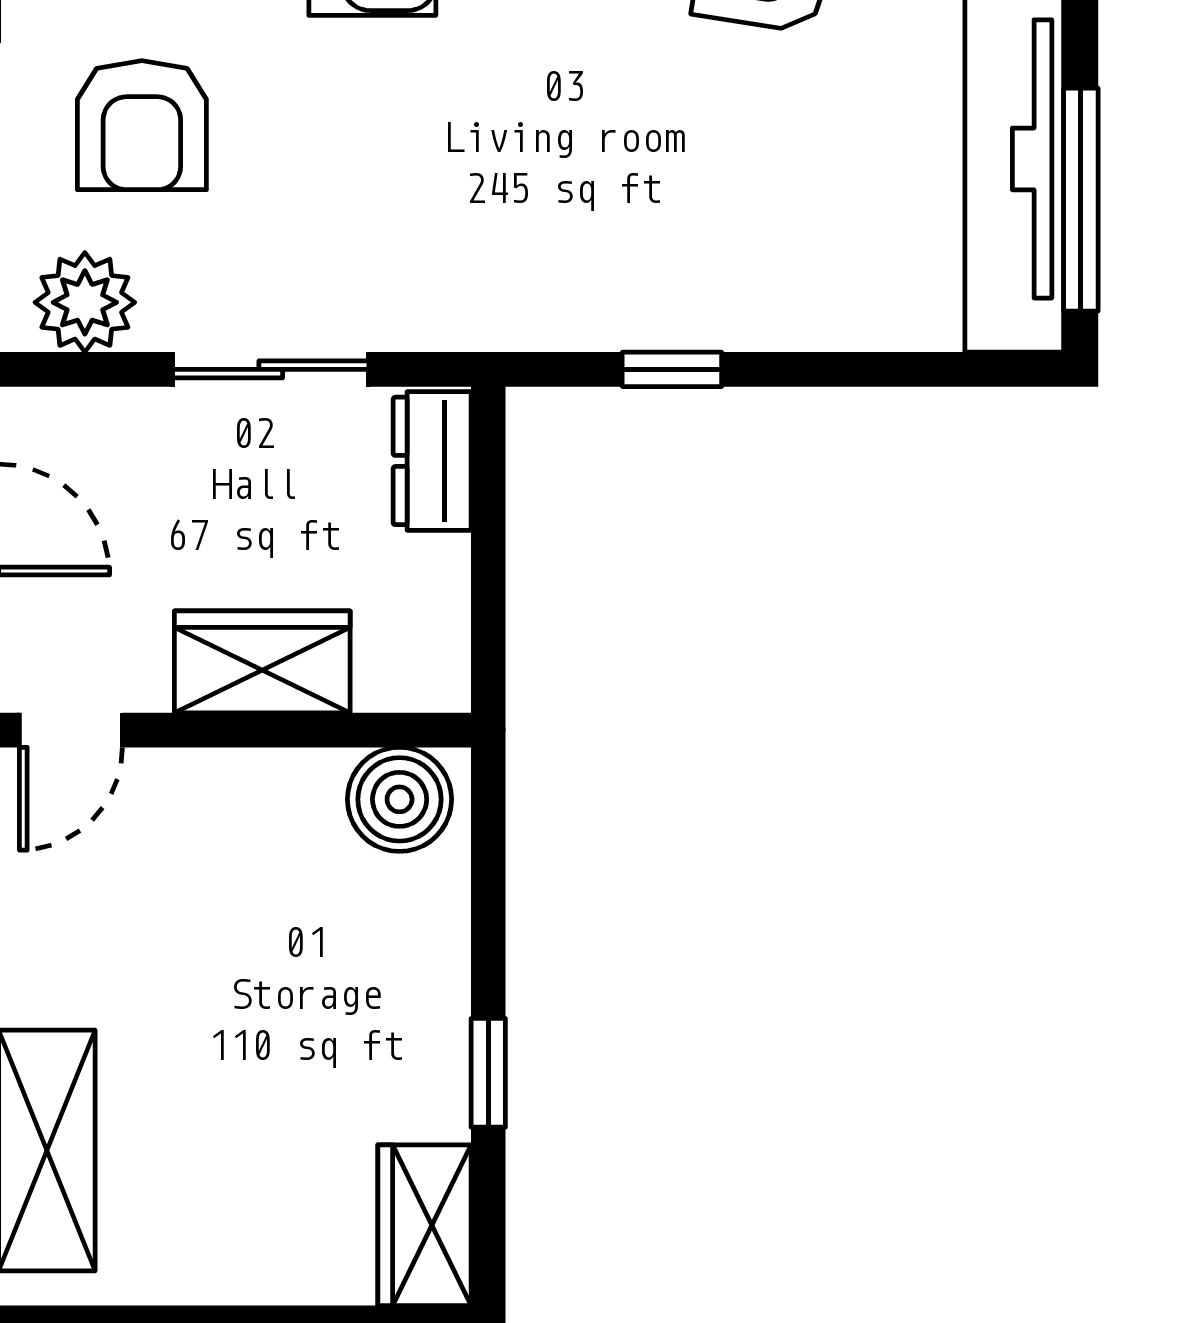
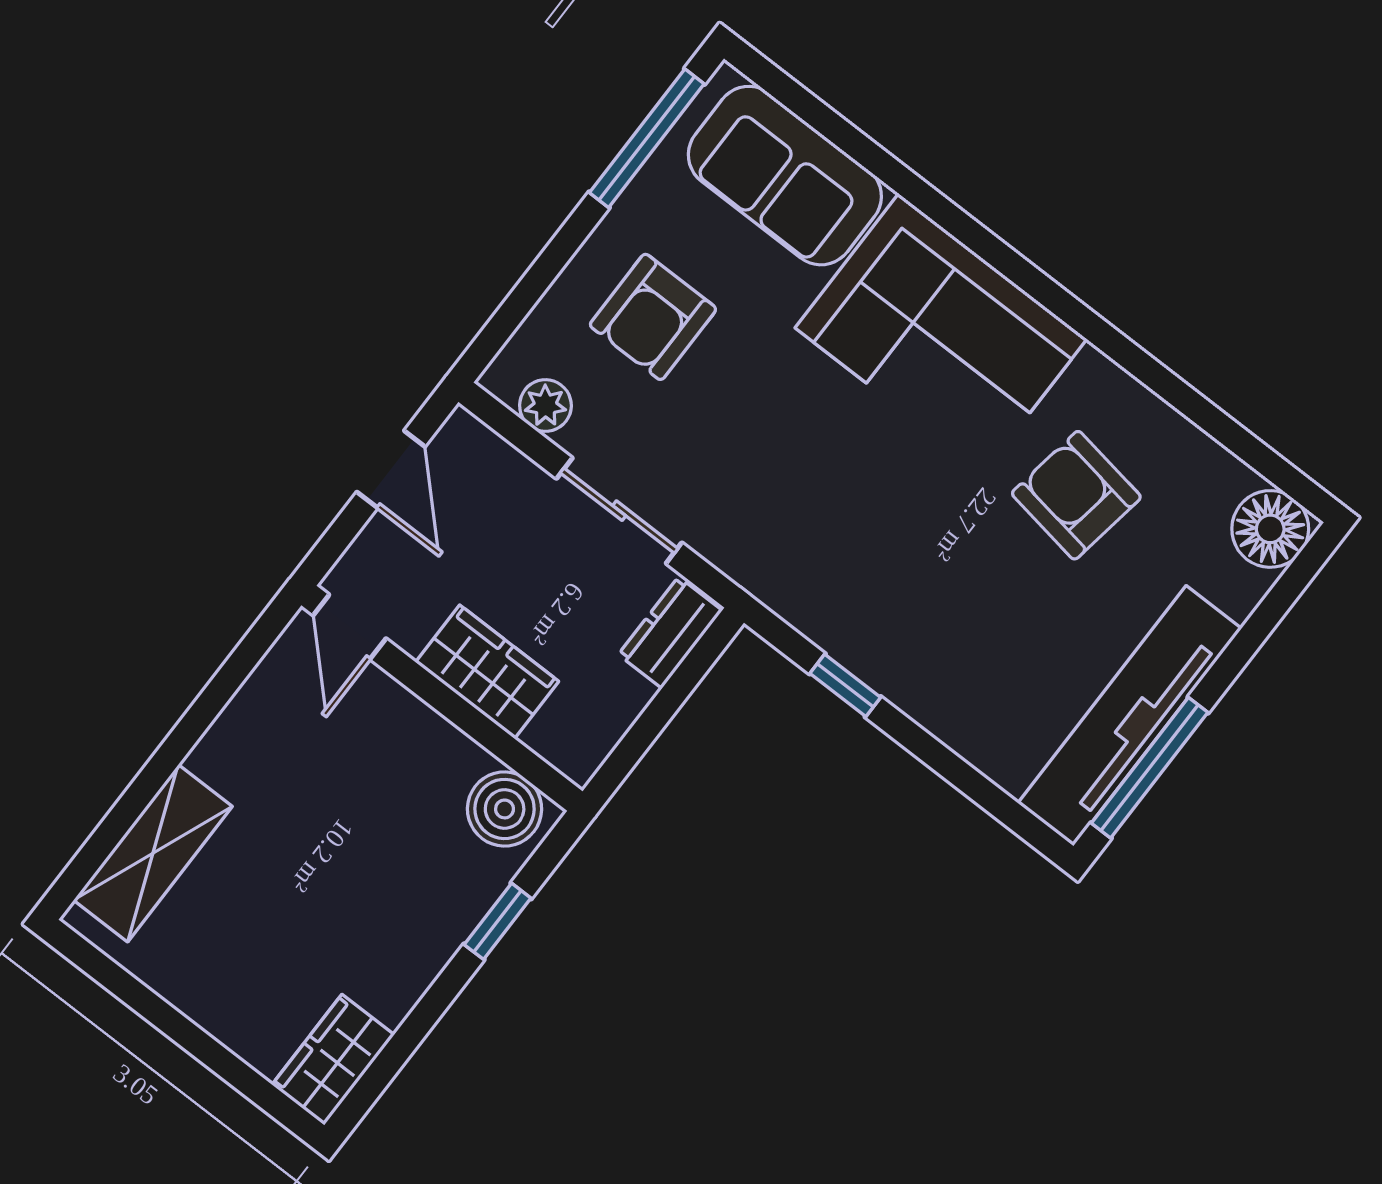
plant: (85, 302) -> (545, 406), width x0.73, depth x0.73
door: (71, 730) -> (350, 627), hinge flipped
window: (488, 1073) -> (498, 921), moved

